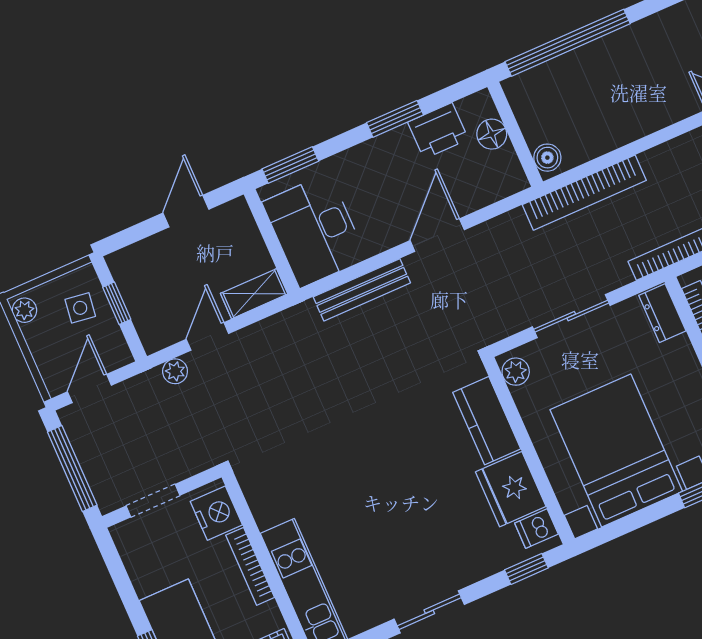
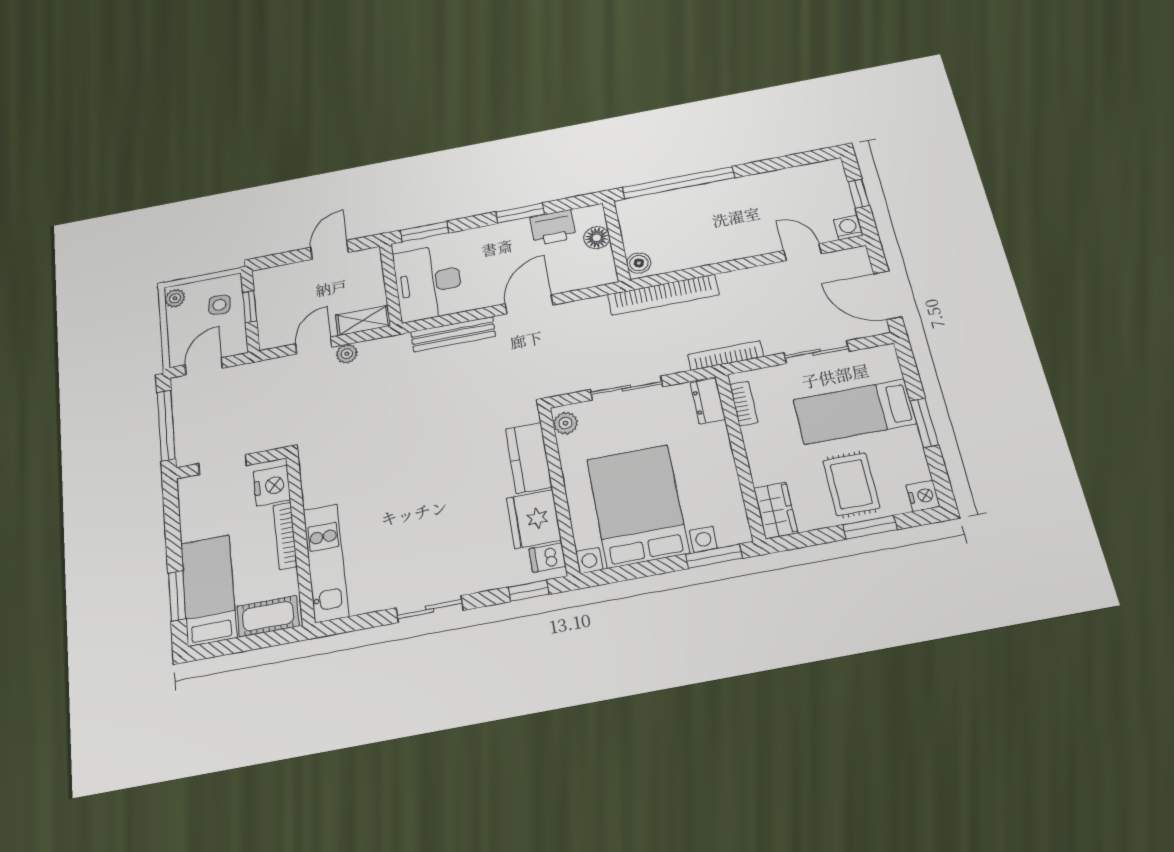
plant: (175, 371) -> (347, 354), moved

